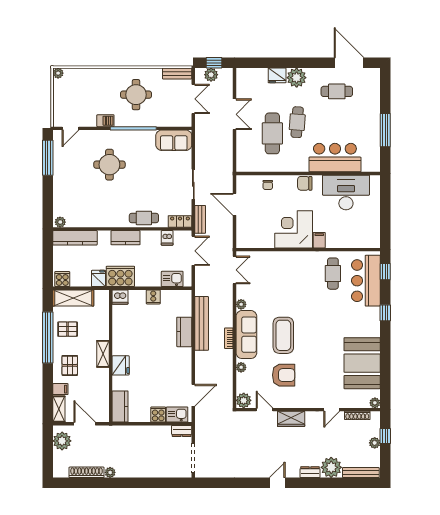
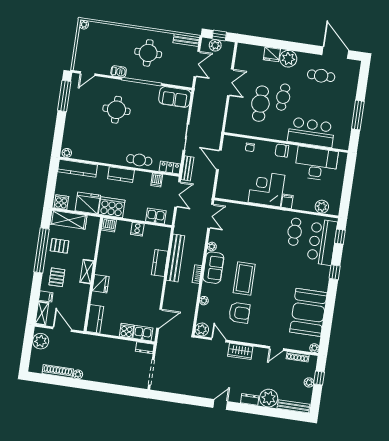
plant: (360, 240) -> (322, 207), added
fridge: (98, 278) -> (88, 203), width x1.88, depth x1.34
sofa: (246, 335) -> (213, 268), width x0.73

